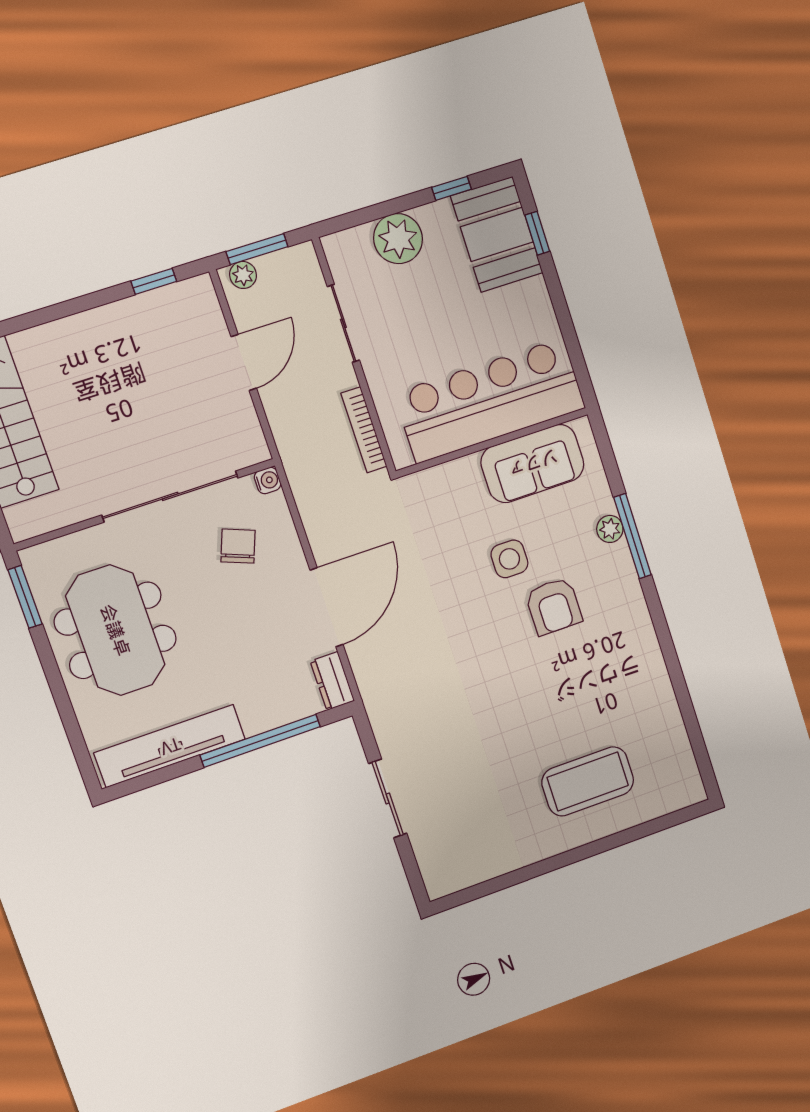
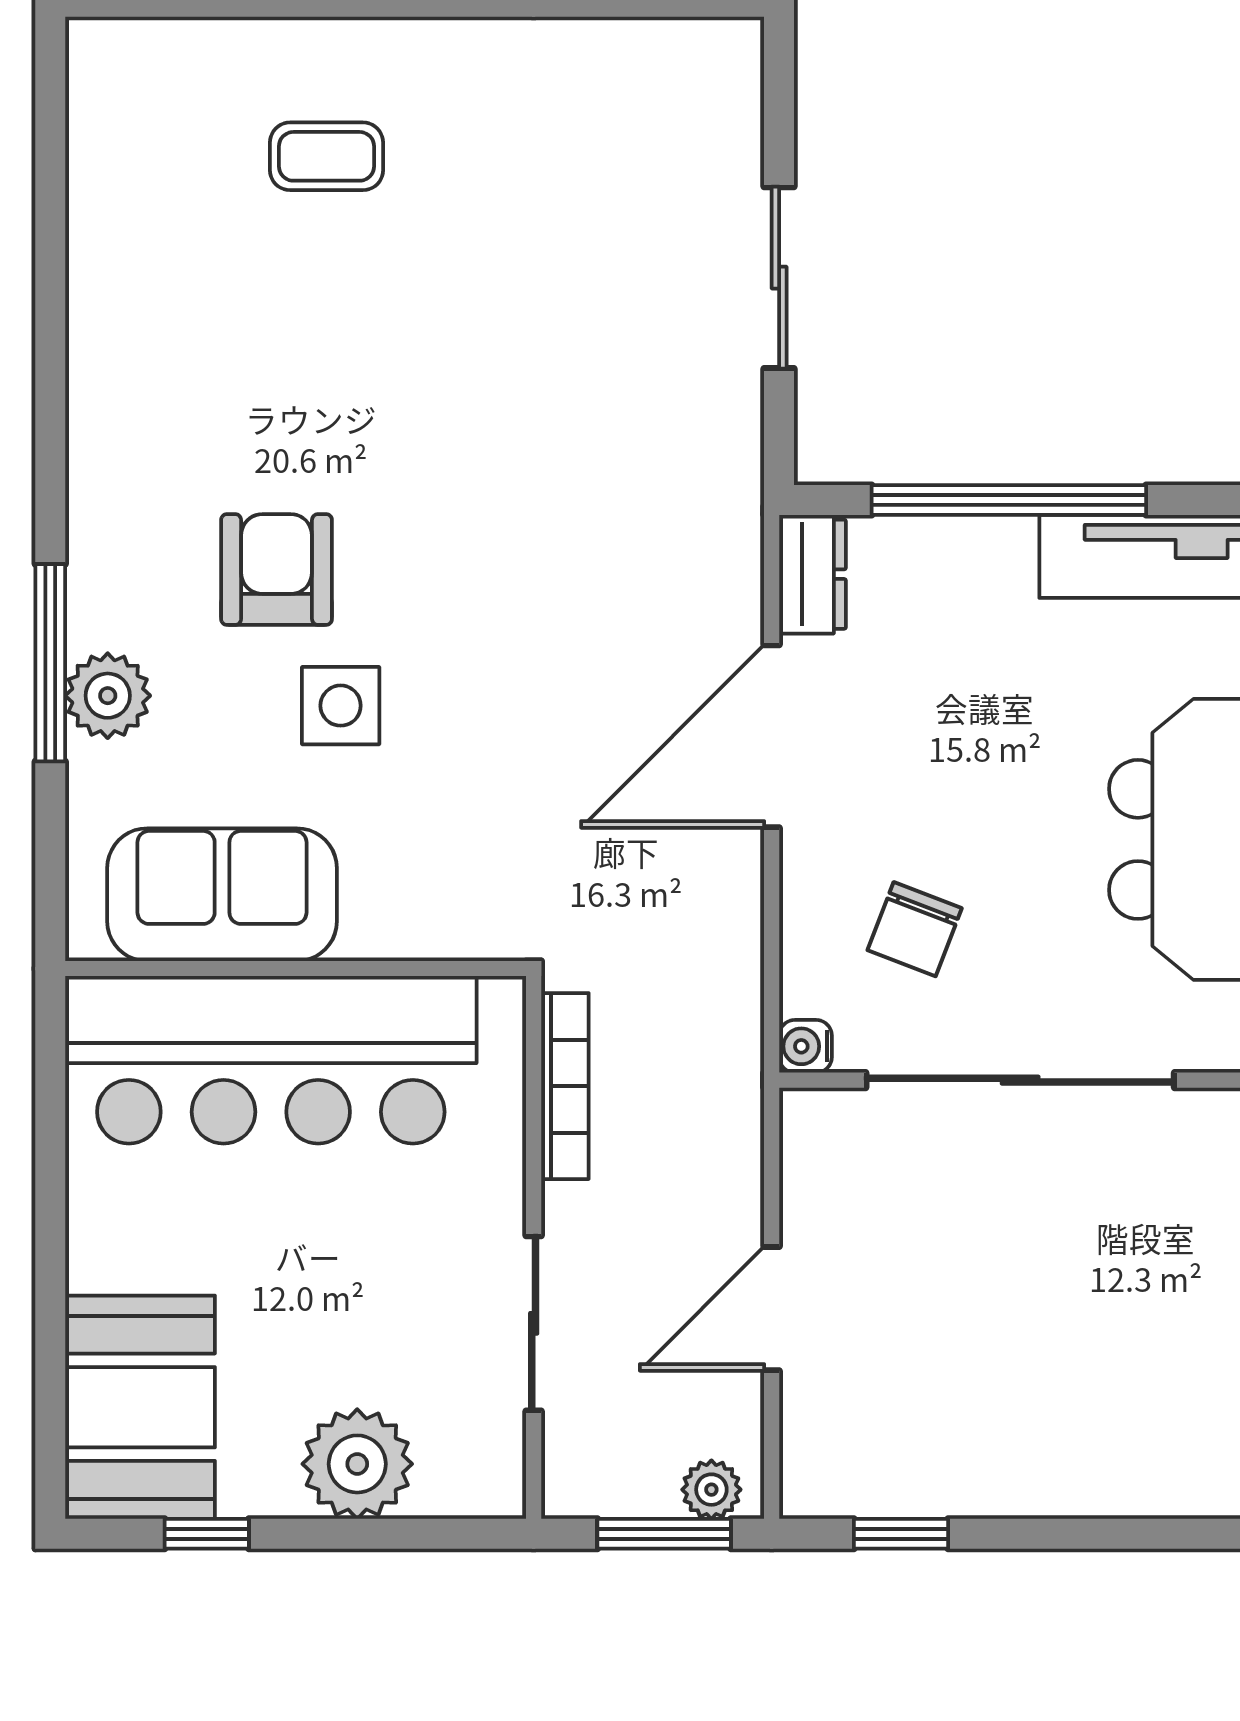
window: (537, 233) -> (50, 1383), removed
plant: (610, 529) -> (108, 696), width x1.38, depth x1.38
coffee table: (588, 781) -> (326, 156), width x0.54, depth x0.58

